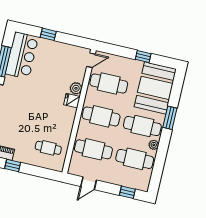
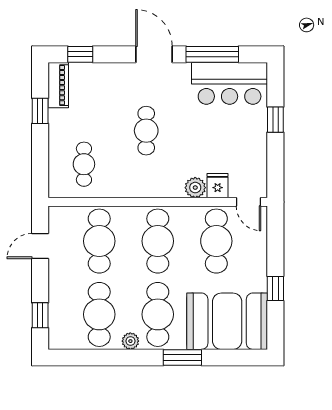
fridge: (72, 101) -> (218, 186), moved
cafe table: (38, 108) -> (146, 131), added
door: (89, 183) -> (40, 246), hinge flipped

